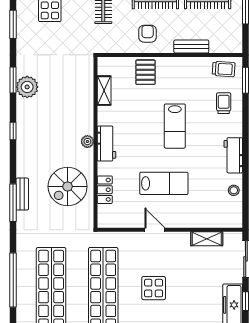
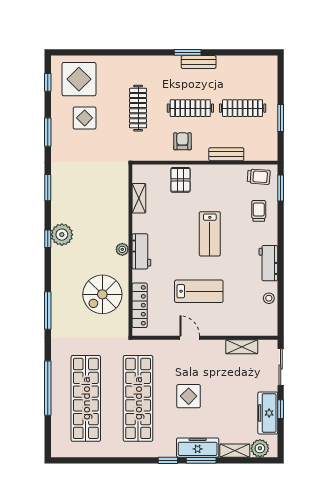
plant: (27, 87) -> (62, 235), moved
locker: (105, 190) -> (140, 305), width x1.53
bench: (22, 194) -> (57, 302), removed

